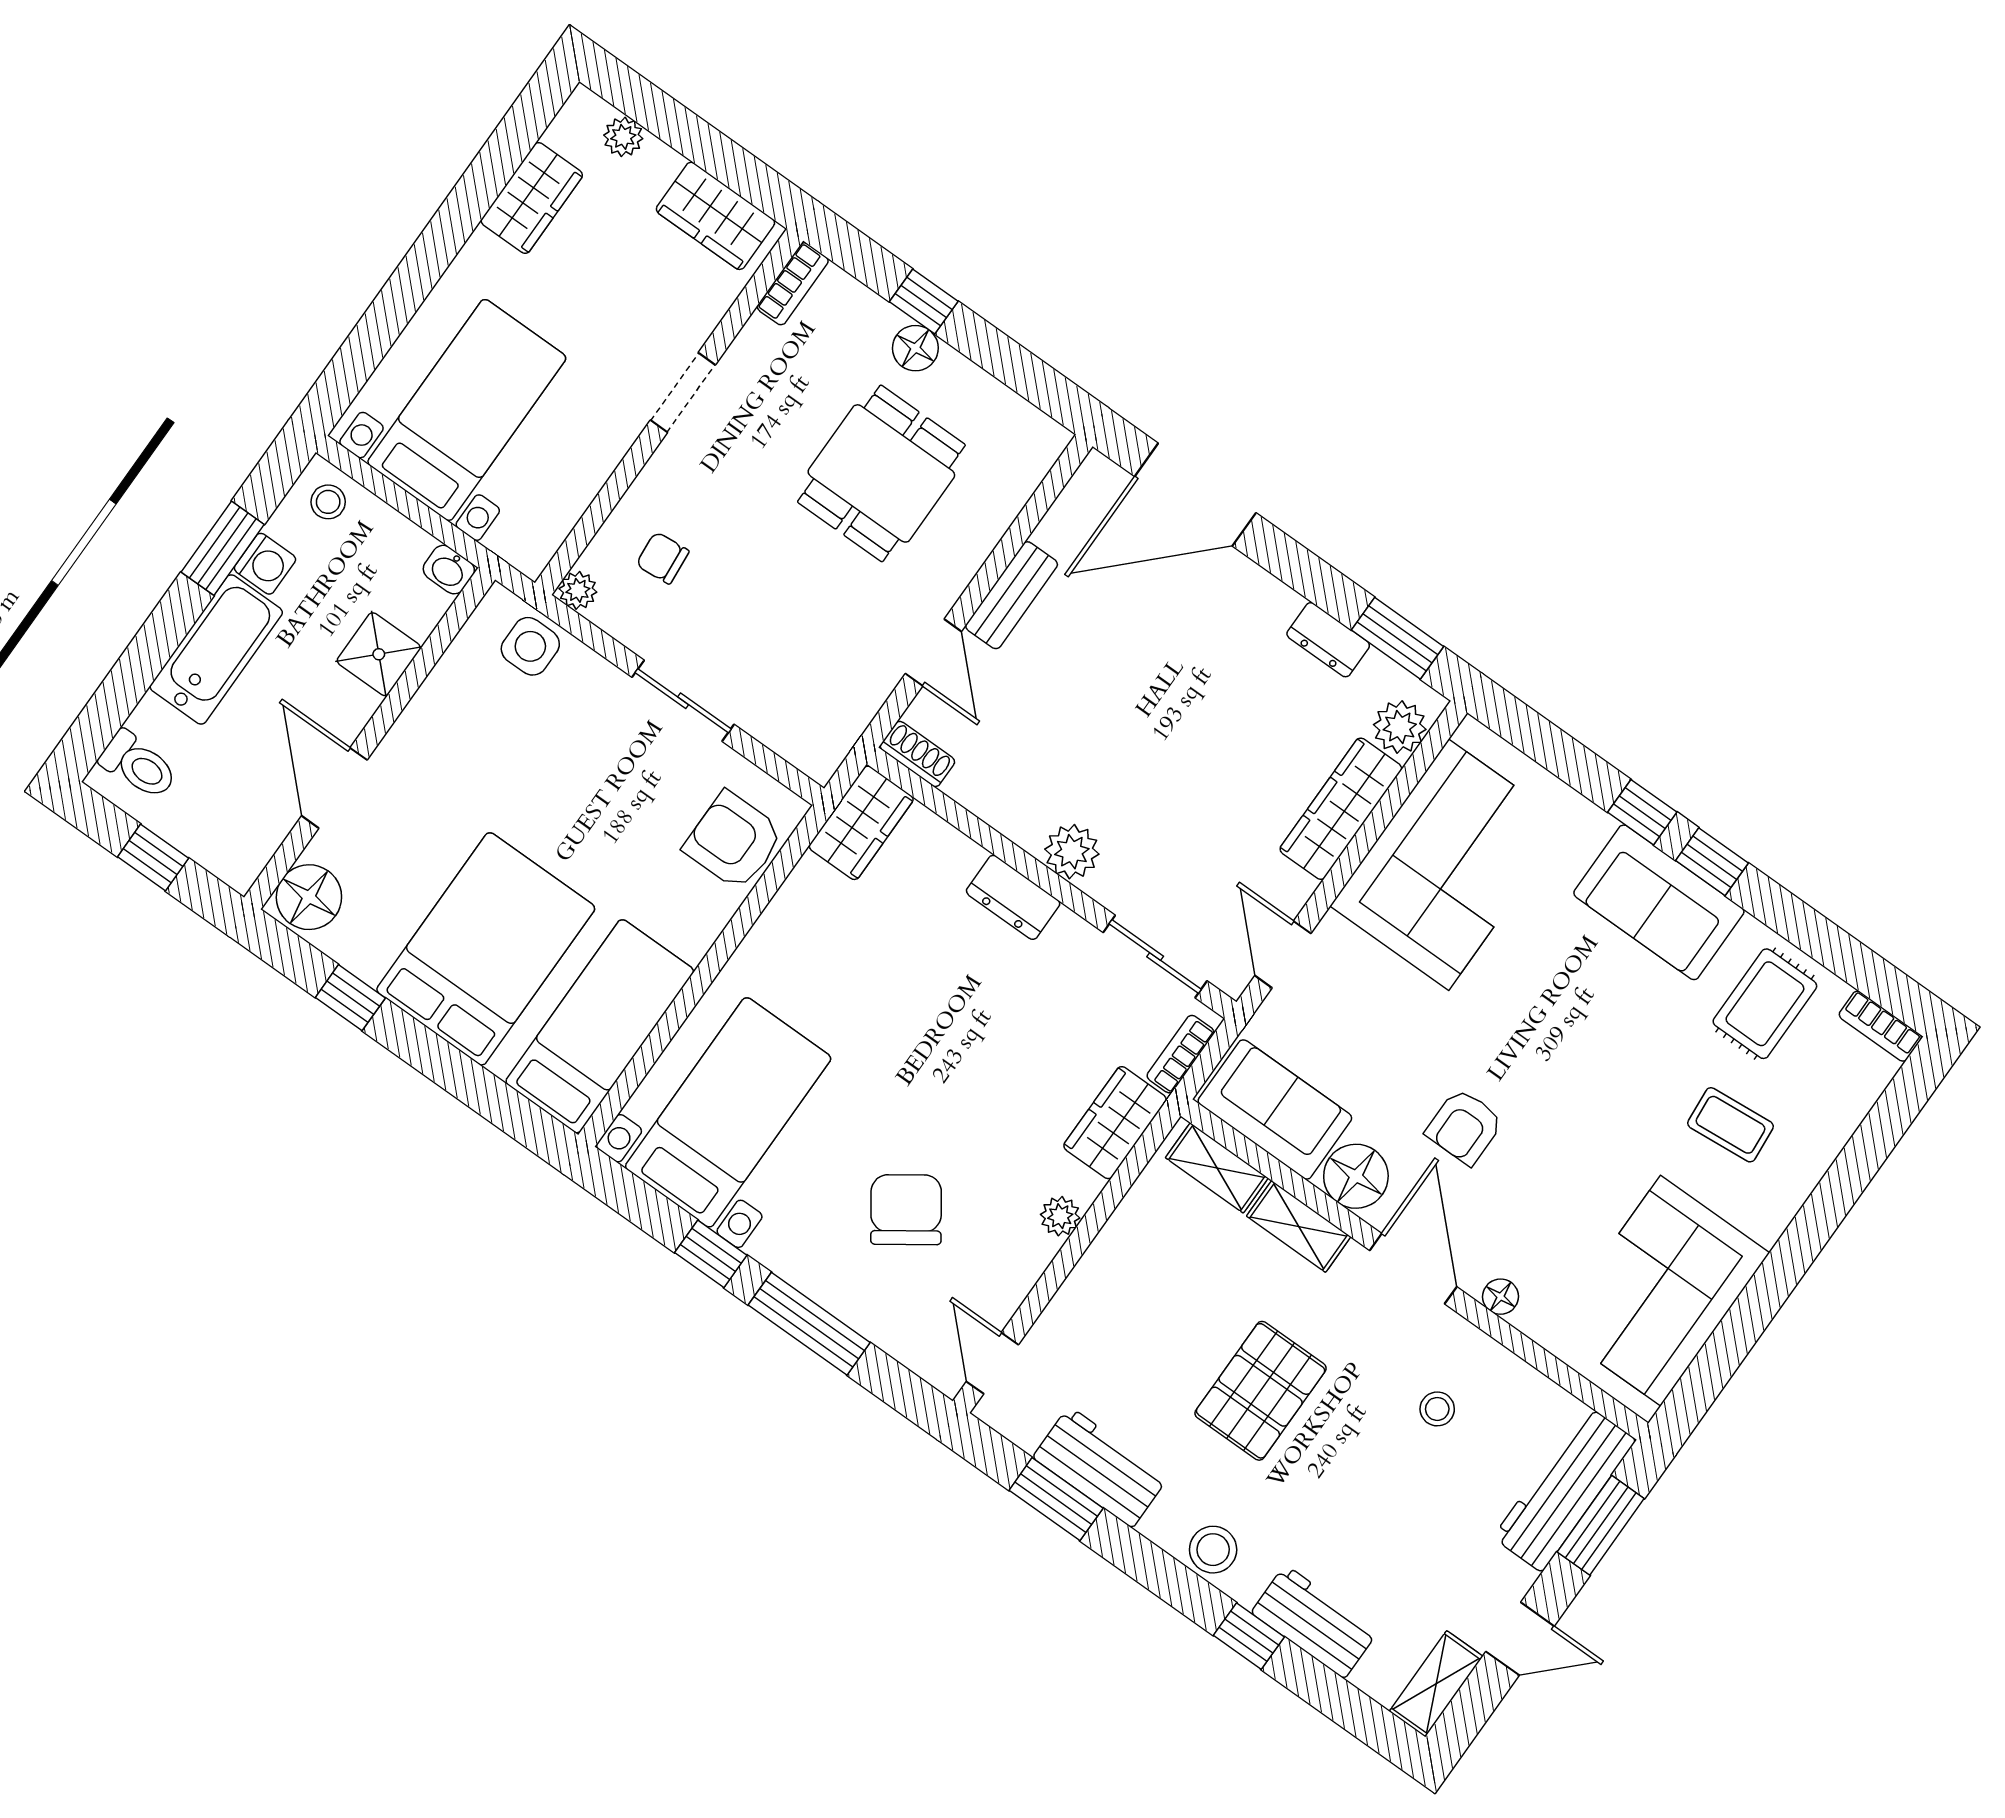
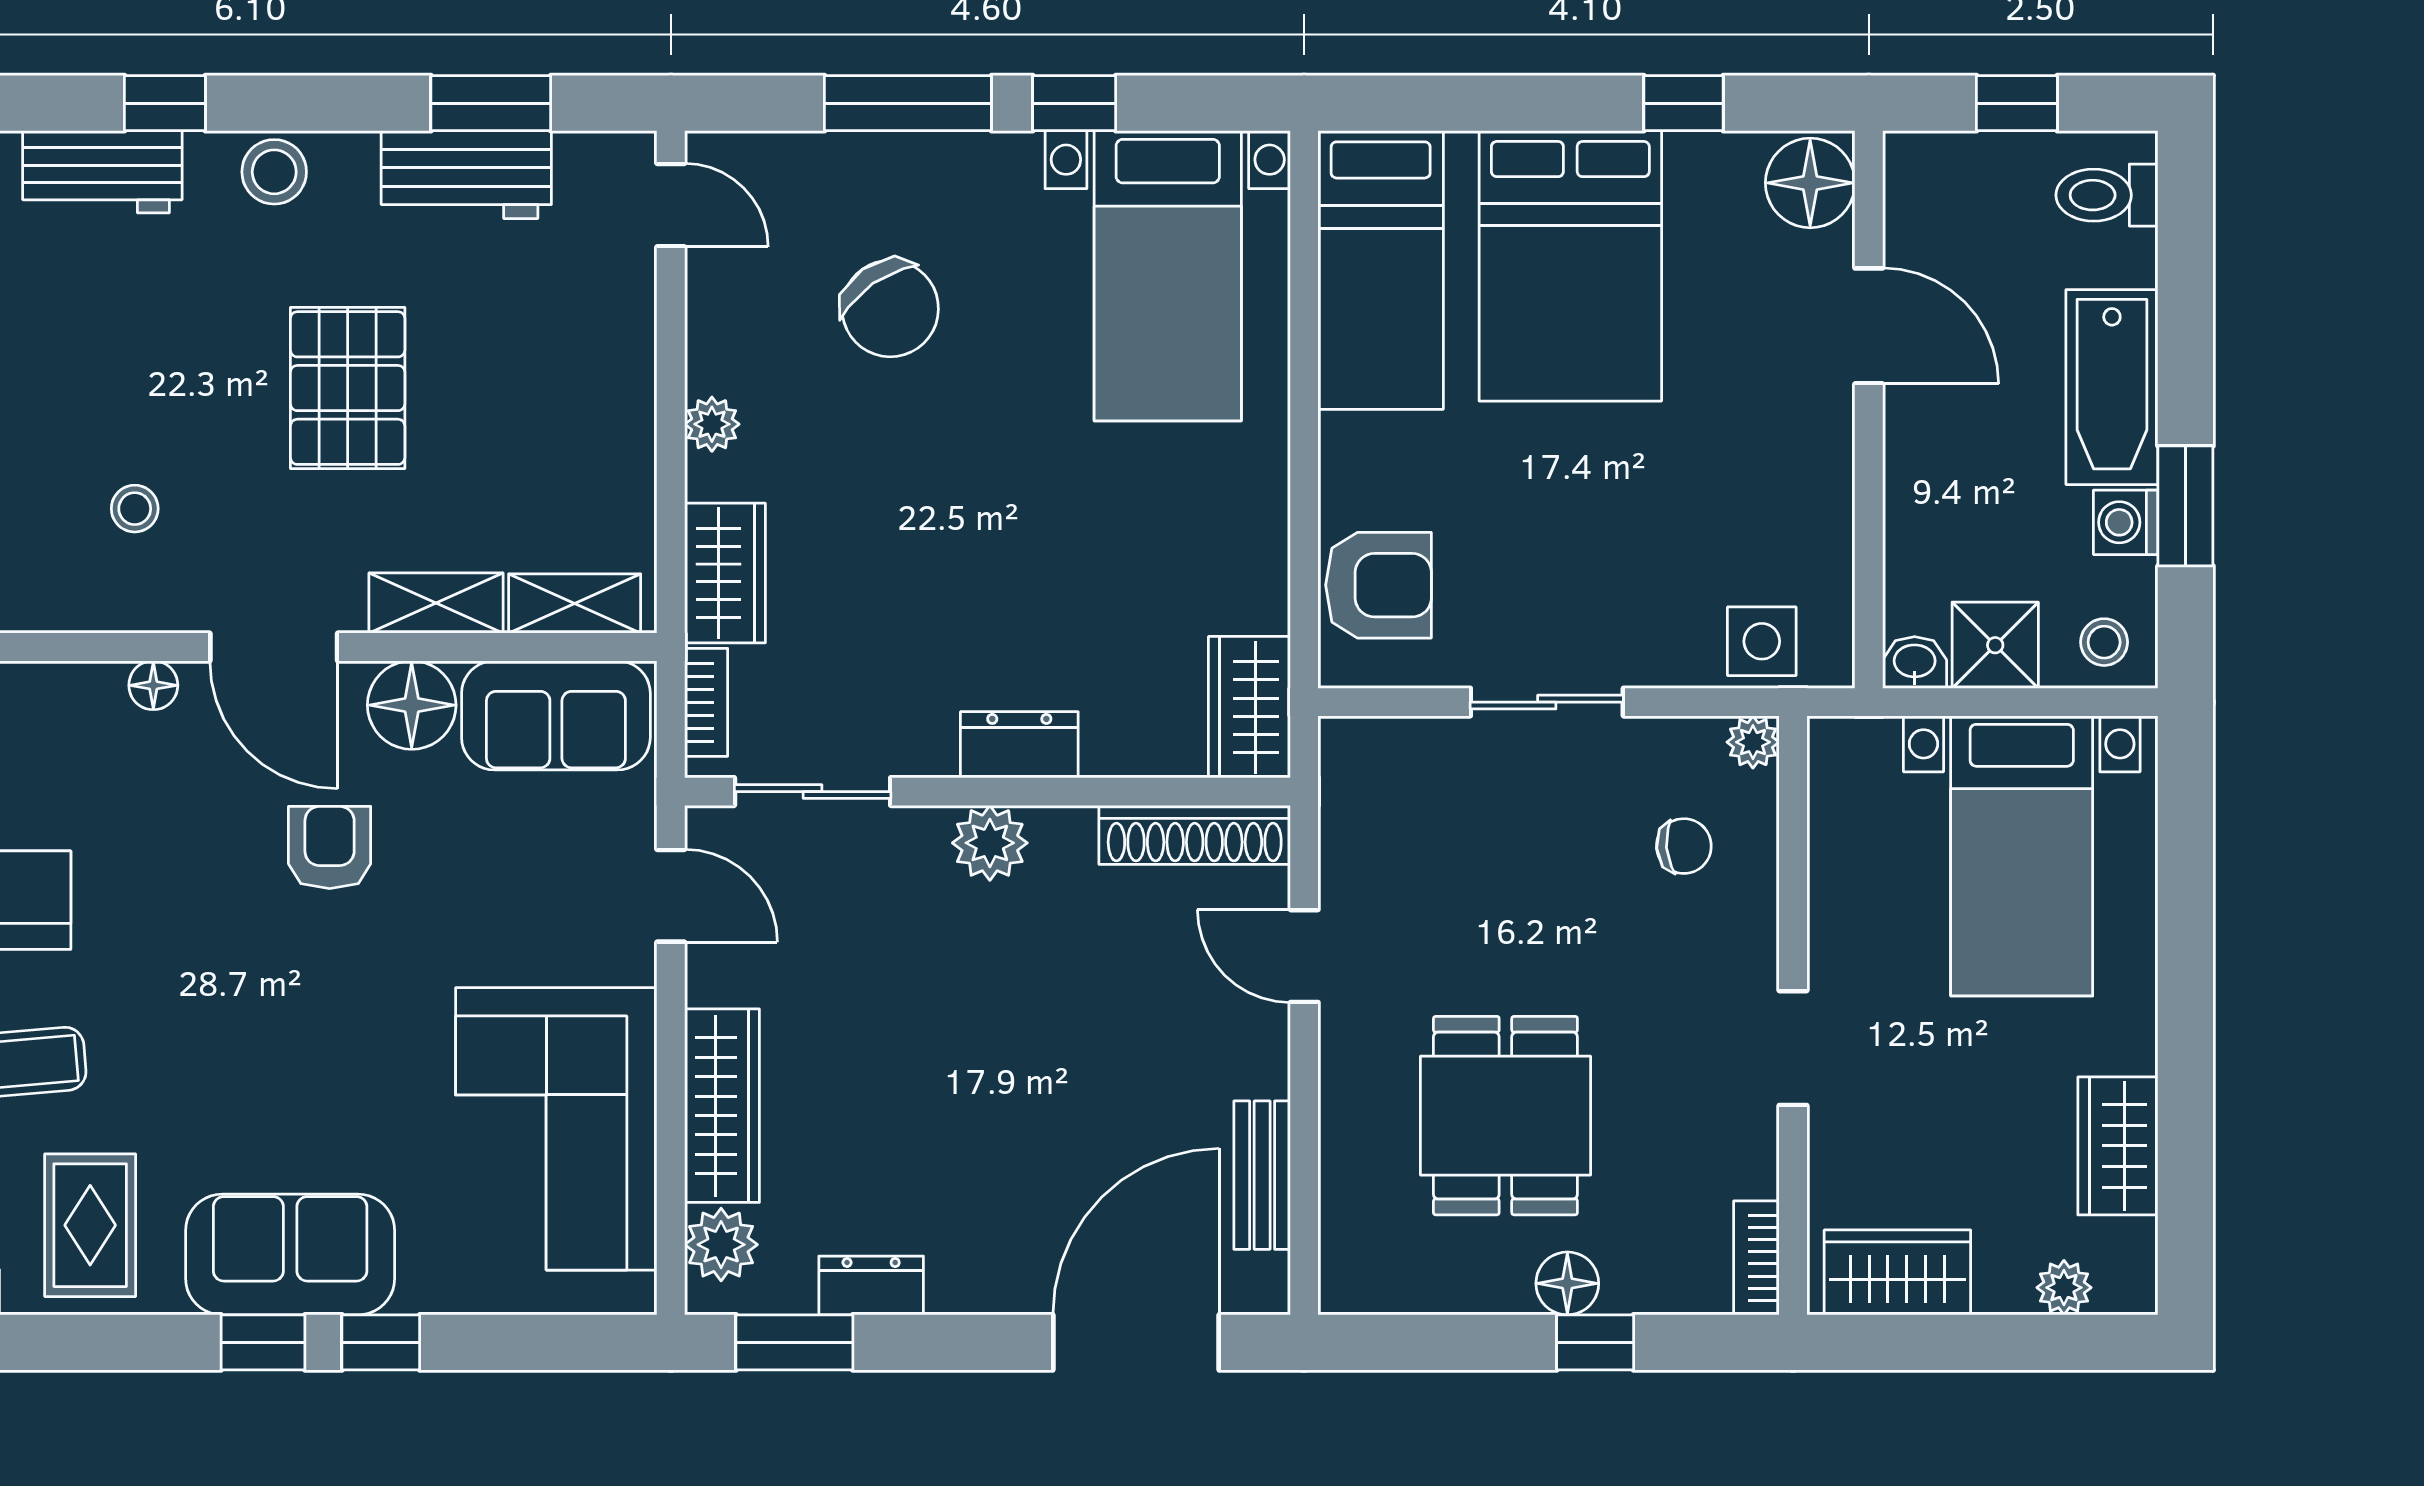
bench: (1012, 595) -> (1262, 1175), moved
shower: (379, 654) -> (1995, 645), moved
shoe rack: (917, 754) -> (1195, 835), width x1.94, depth x1.24

